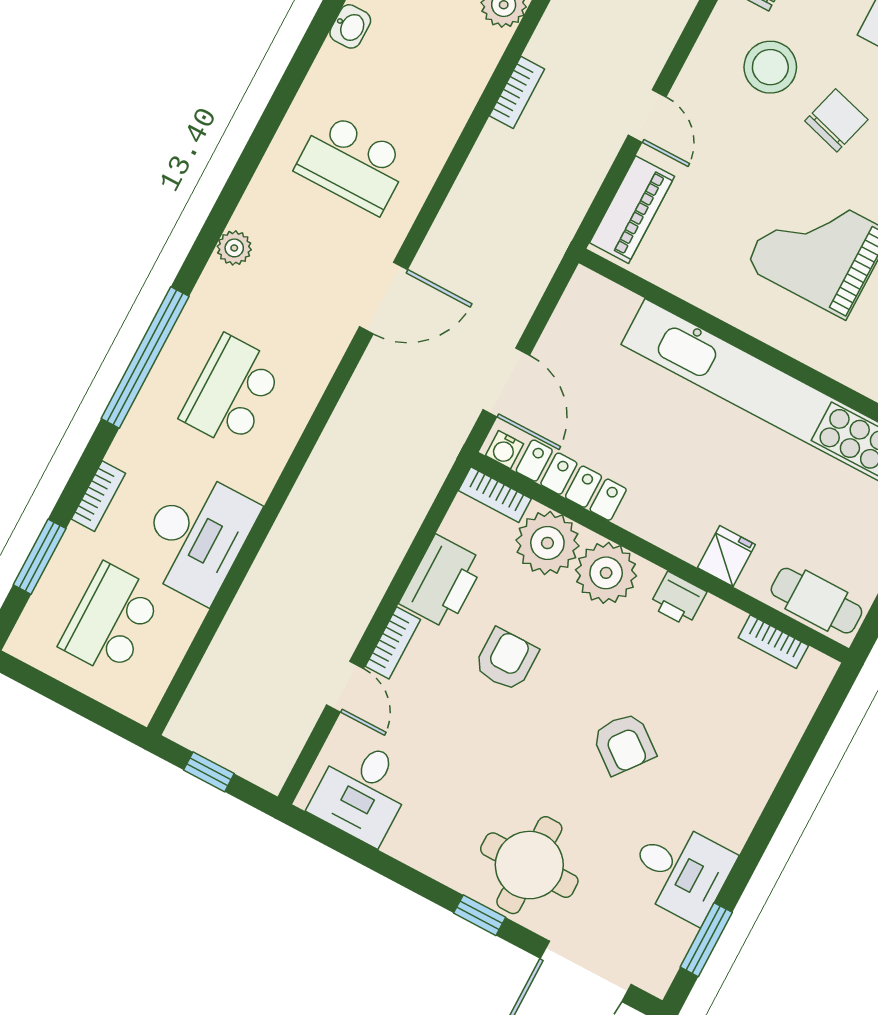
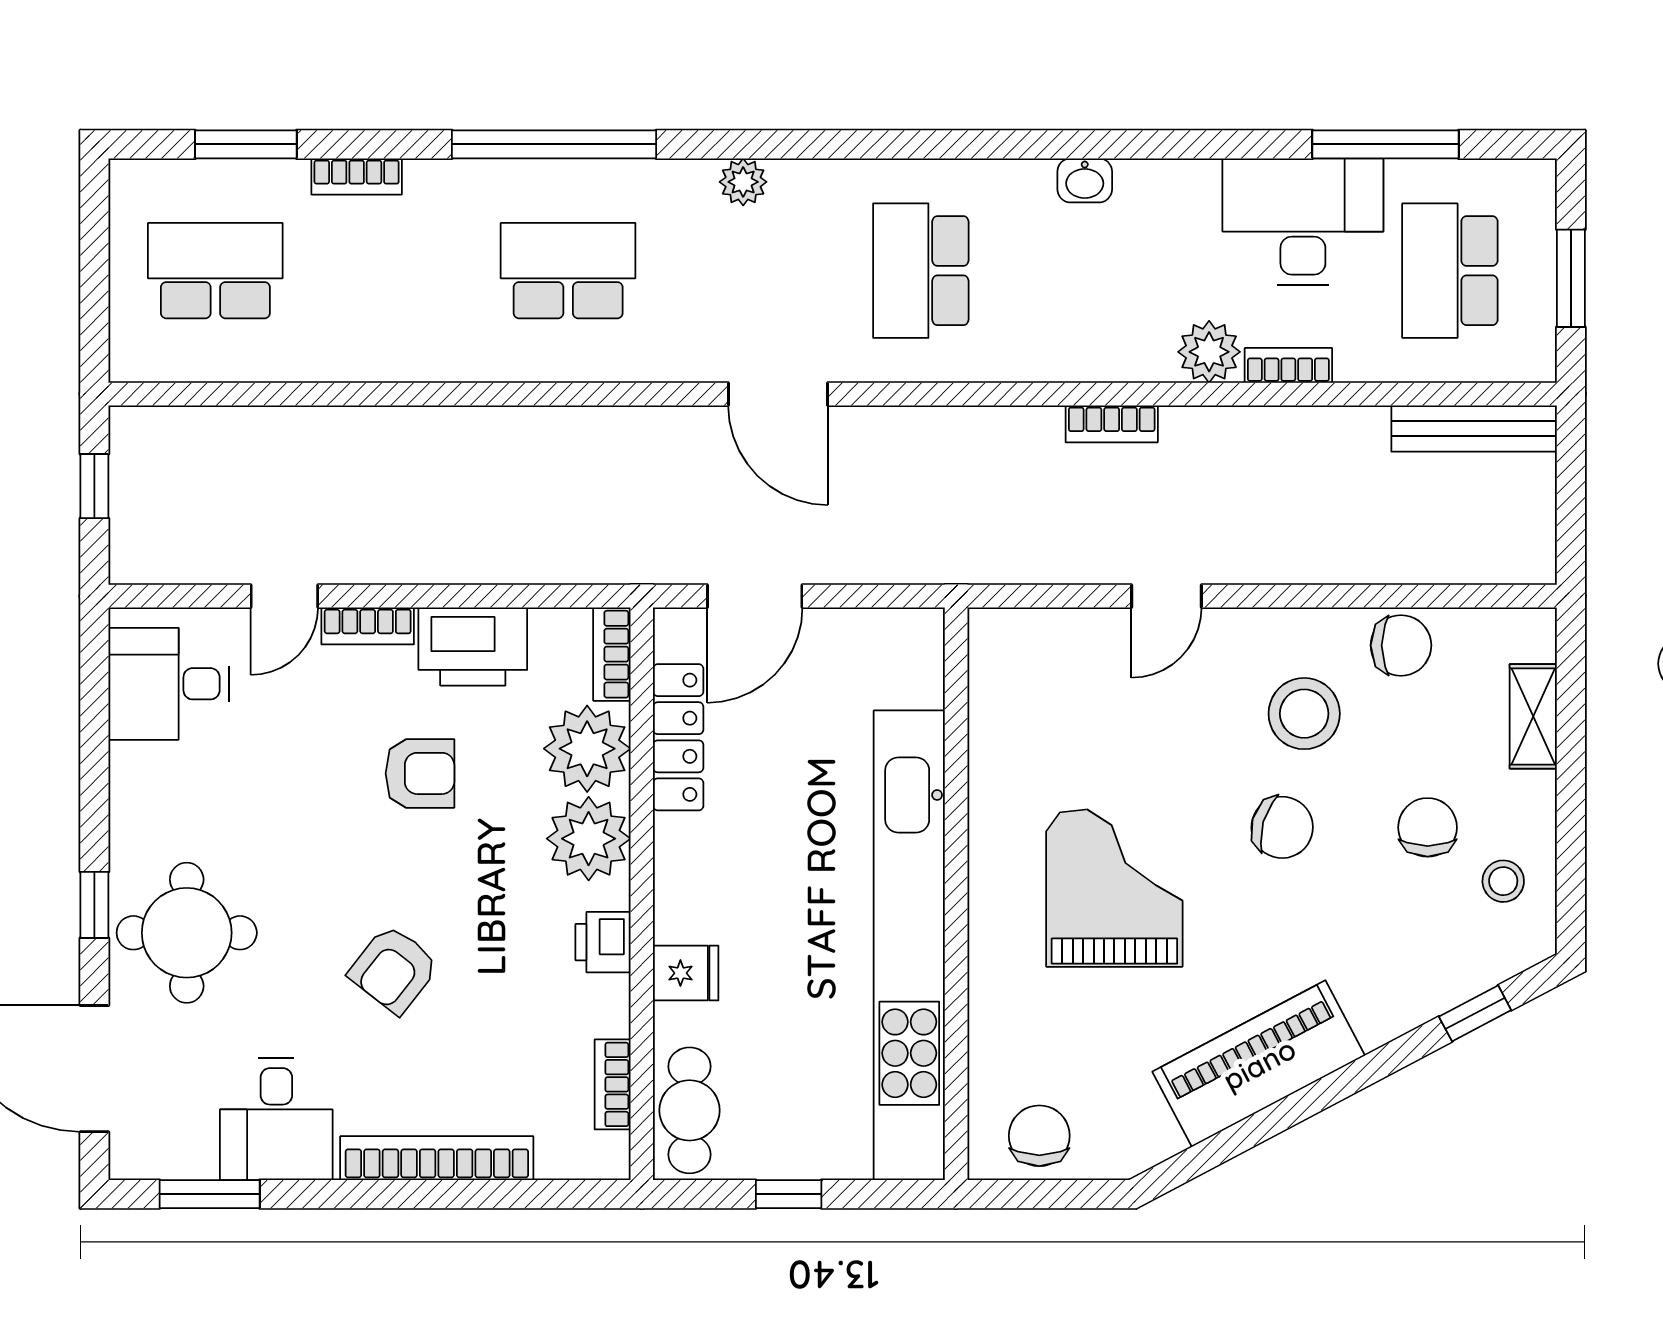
piano: (632, 210) -> (1044, 638), removed
water cooler: (504, 450) -> (672, 637), removed
desk: (196, 536) -> (371, 321), removed
bookcase: (761, 780) -> (437, 1158), added

